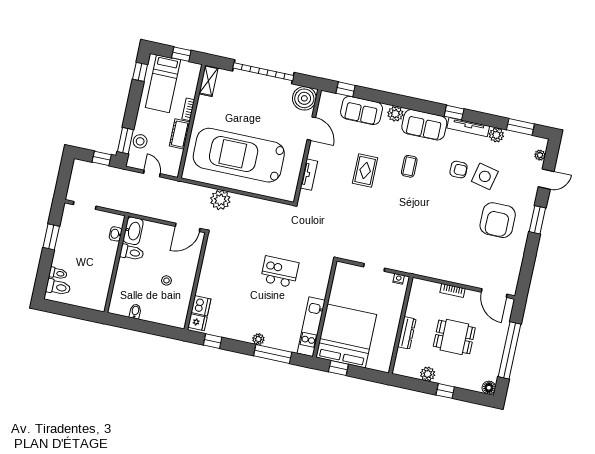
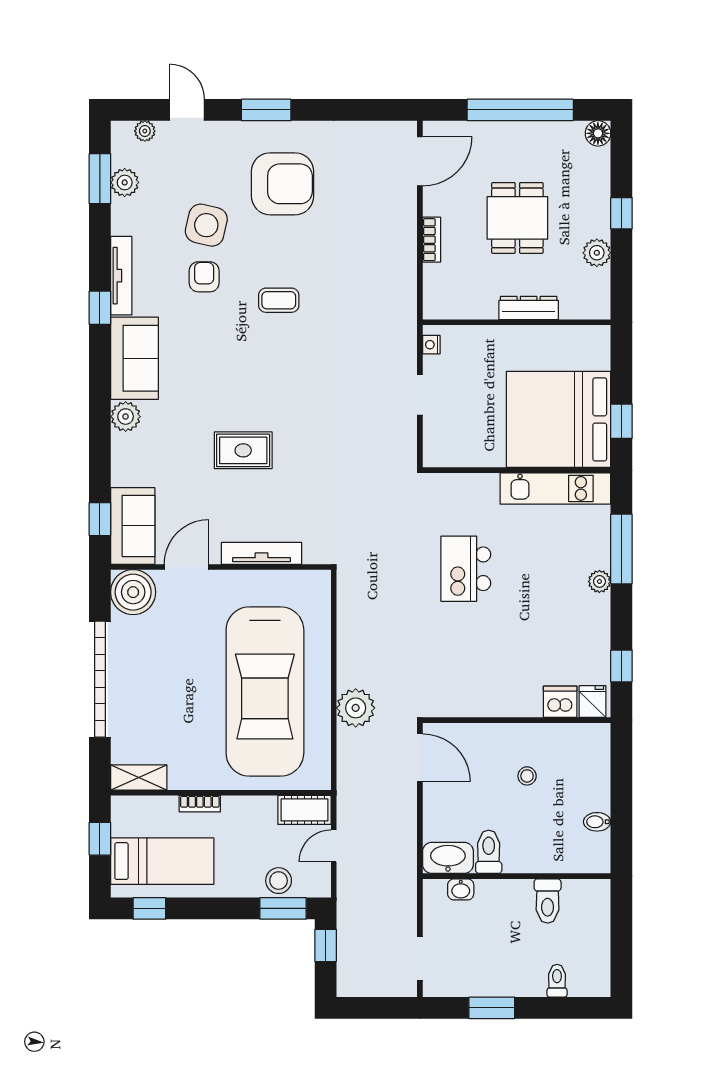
sofa: (362, 110) -> (133, 526), moved
cot: (180, 134) -> (304, 810), moved
plant: (496, 135) -> (125, 182), moved
coffee table: (409, 166) -> (279, 300), moved
tv unit: (309, 175) -> (262, 553), width x1.41
toilet: (58, 287) -> (548, 901), moved, turned 180

